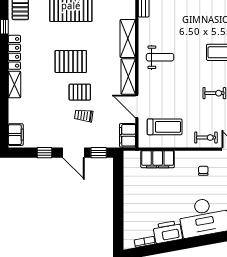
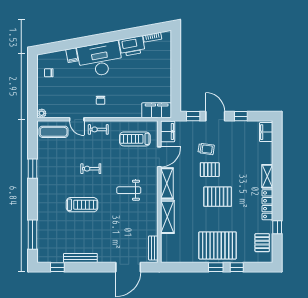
weight bench: (160, 57) -> (129, 190), moved
door: (137, 106) -> (159, 157), hinge flipped
filing cabinet: (158, 159) -> (157, 110), moved

